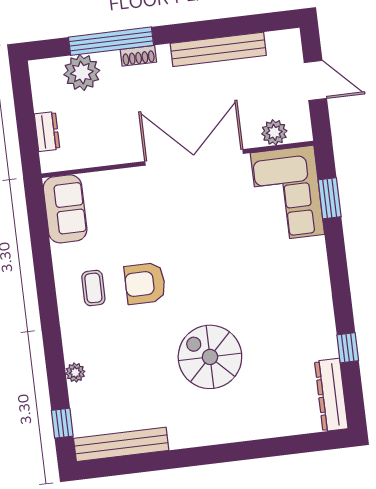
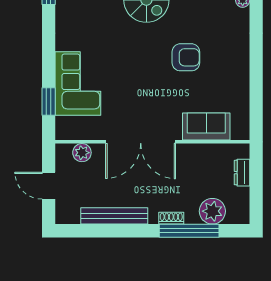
corner sofa: (287, 194) -> (78, 84), moved
sofa: (65, 209) -> (206, 127), moved, turned 90
coffee table: (93, 288) -> (223, 58), removed

